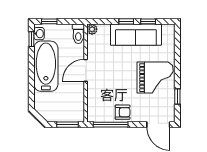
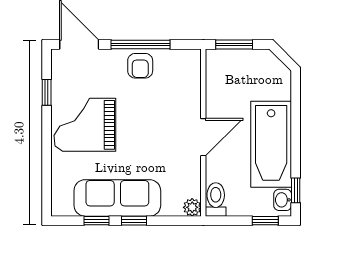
armchair: (123, 112) -> (140, 66), turned -90
window: (111, 125) -> (140, 44), moved

